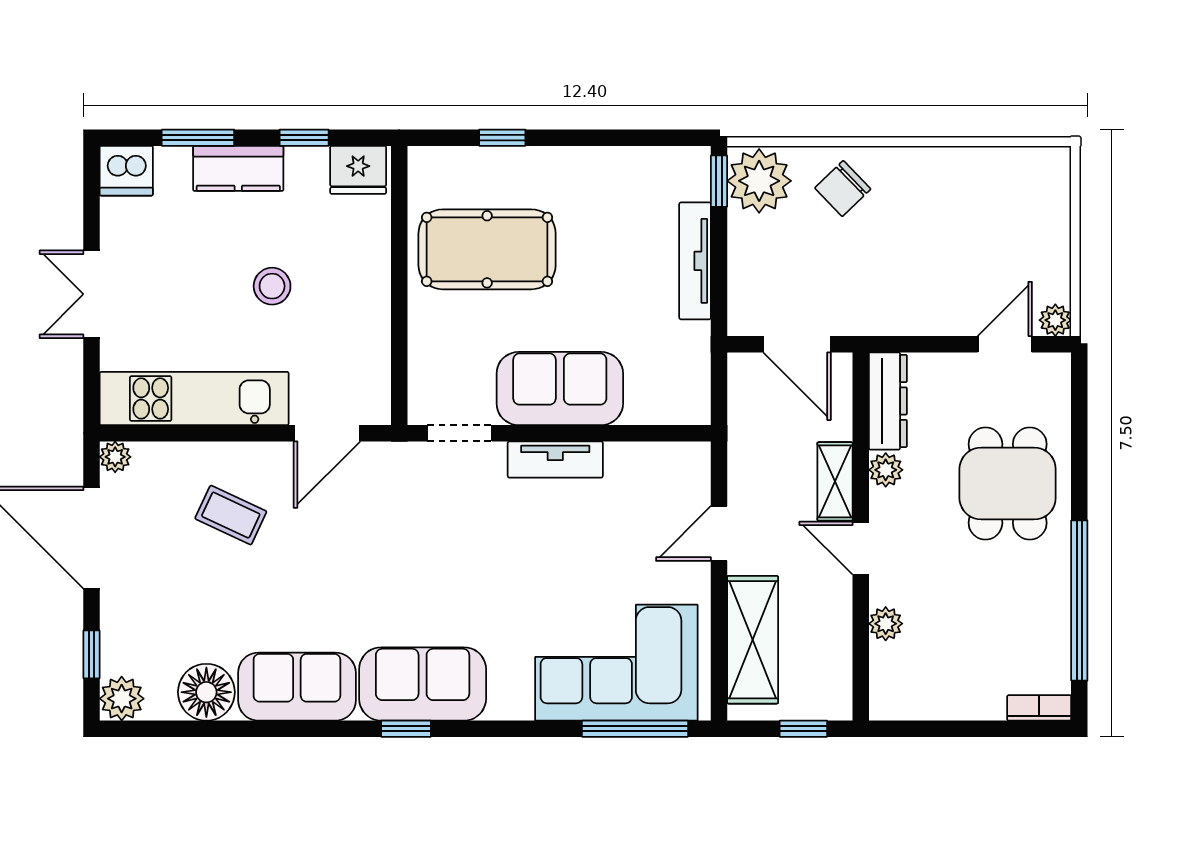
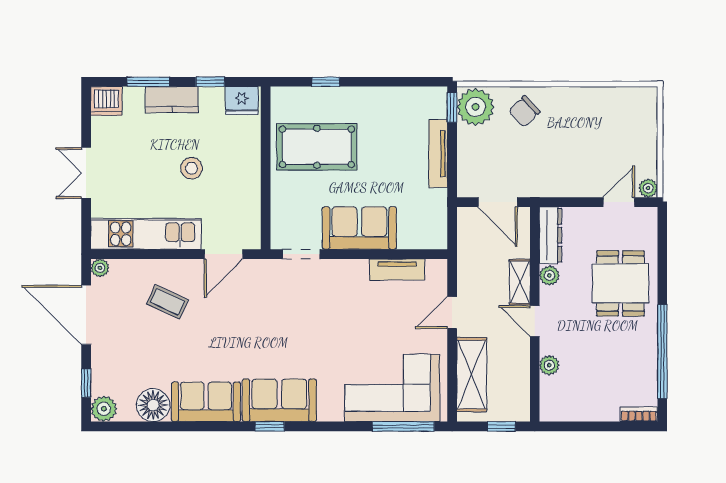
tv unit: (555, 459) -> (397, 269), moved

